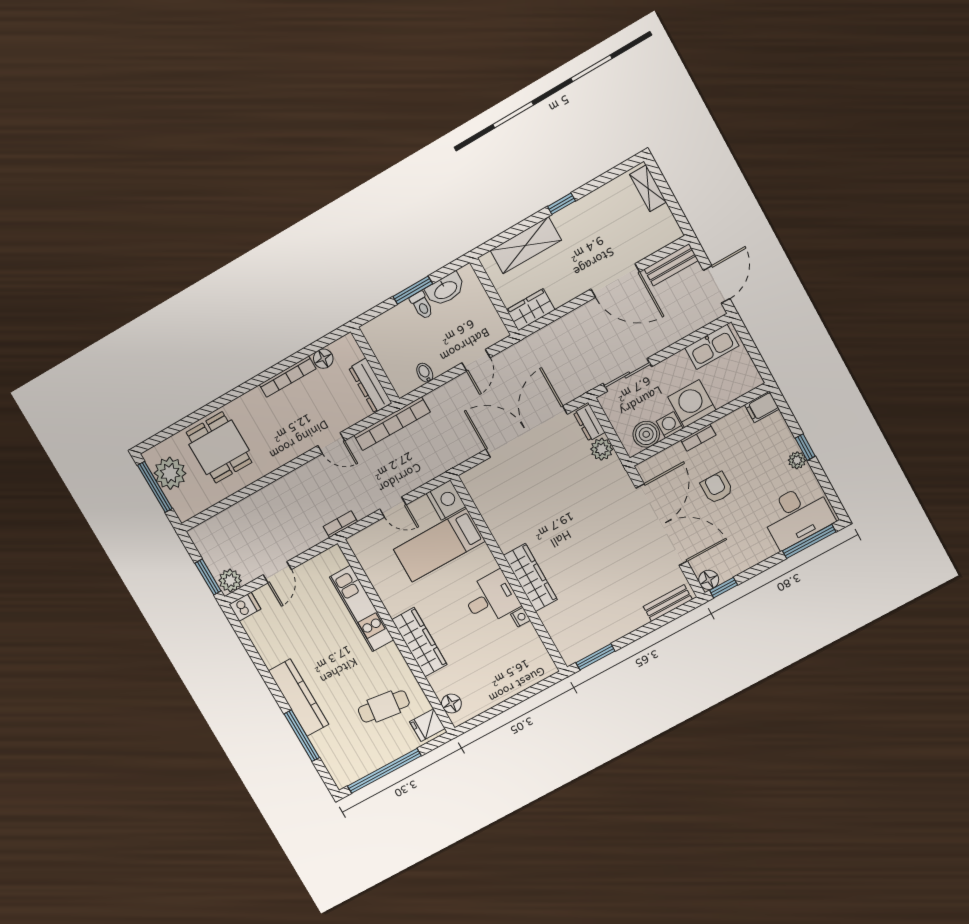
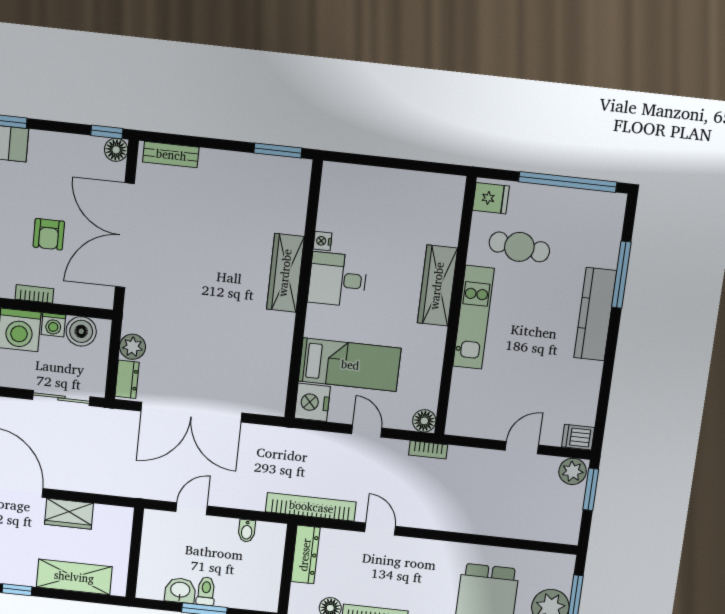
washbasin: (445, 290) -> (180, 590), width x0.72
wardrobe: (531, 310) -> (69, 514), moved
kitchen unit: (362, 608) -> (473, 317), moved
floor lamp: (451, 704) -> (424, 421), moved

